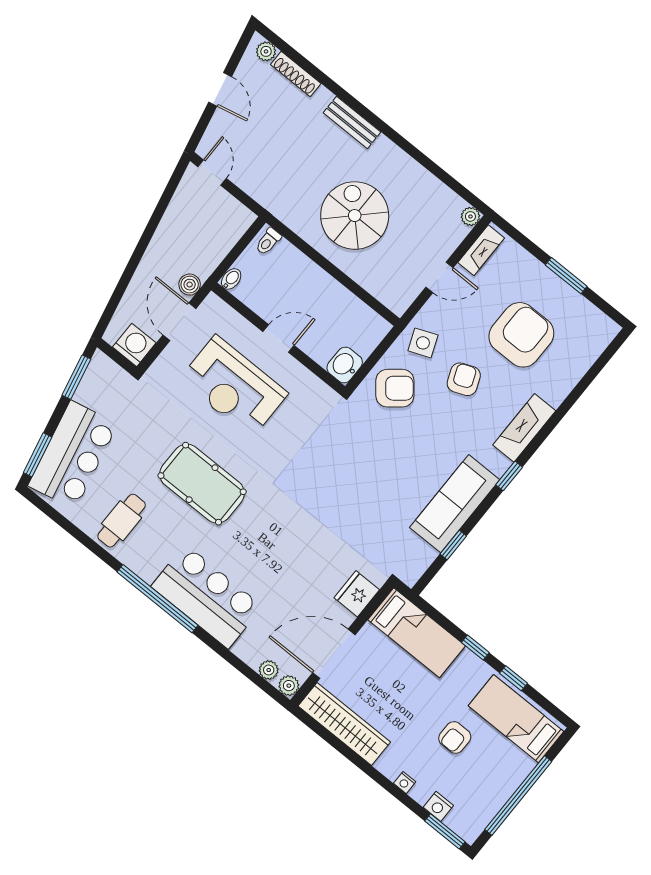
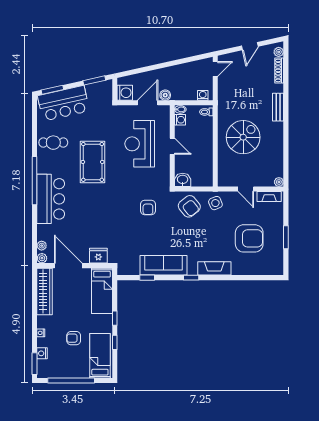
washing machine: (238, 226) -> (203, 95), added
washing machine: (247, 293) -> (180, 120), added
armchair: (464, 379) -> (148, 207), moved, turned 112

